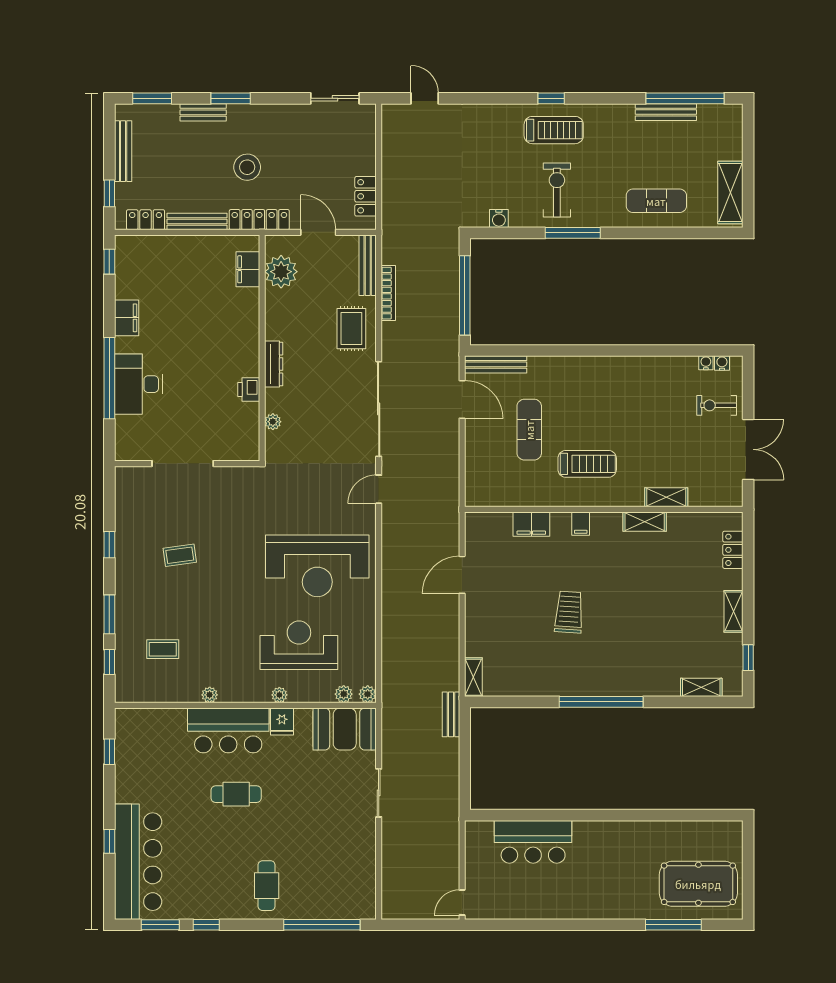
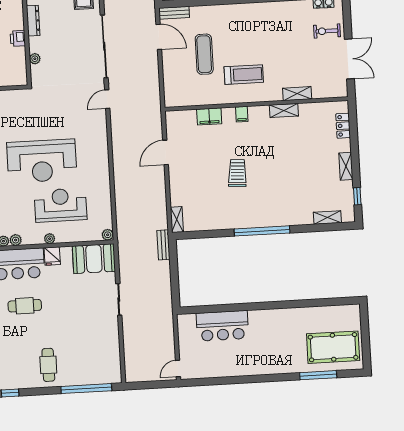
bench: (496, 364) -> (174, 13), width x0.73
reception desk: (317, 566) -> (42, 161), moved
plant: (344, 694) -> (16, 240), moved

